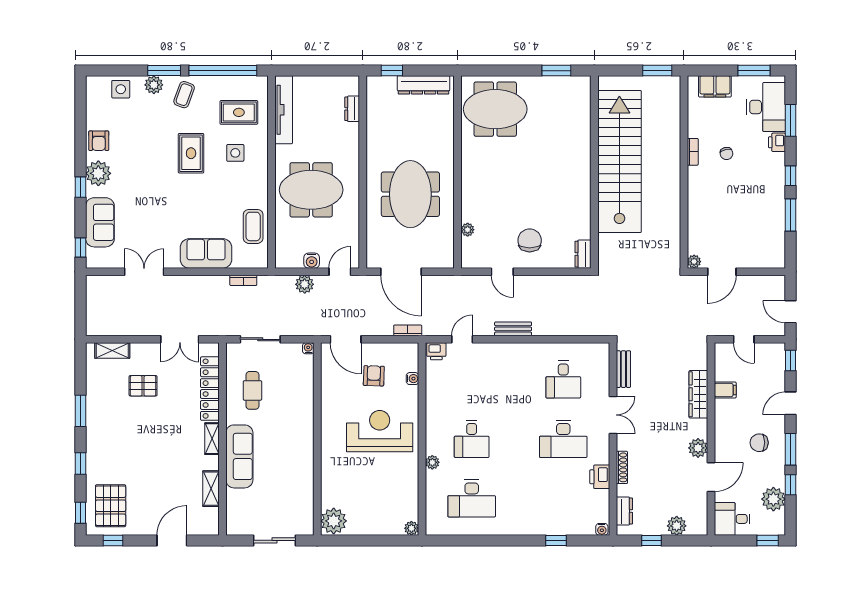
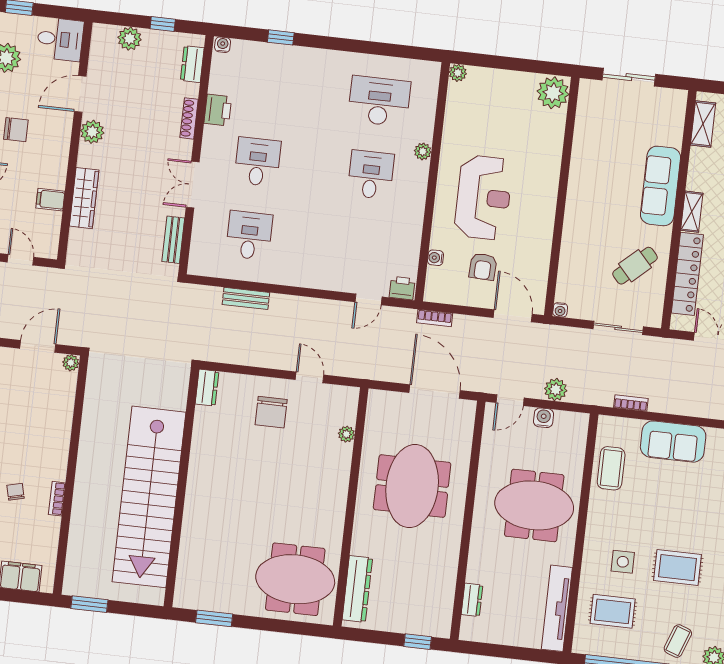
dresser: (424, 85) -> (357, 589), moved, turned 90
rug: (191, 153) -> (678, 568), turned 90
bench: (513, 329) -> (246, 298), moved
cafe table: (252, 390) -> (635, 266), turned 48
reception desk: (380, 431) -> (483, 198), turned -90
desk: (563, 439) -> (258, 162), width x0.73
shelving: (211, 489) -> (703, 124), moved

